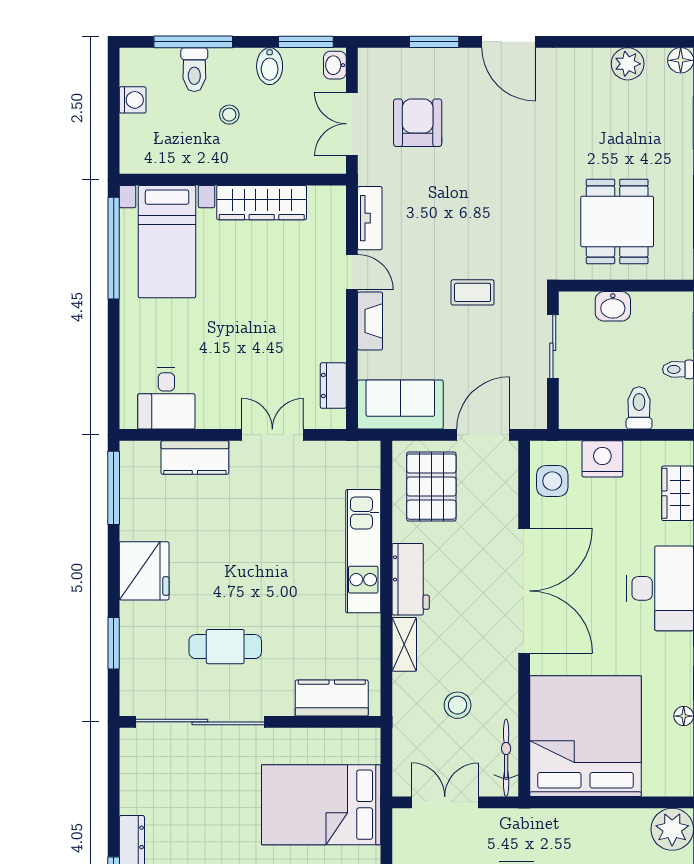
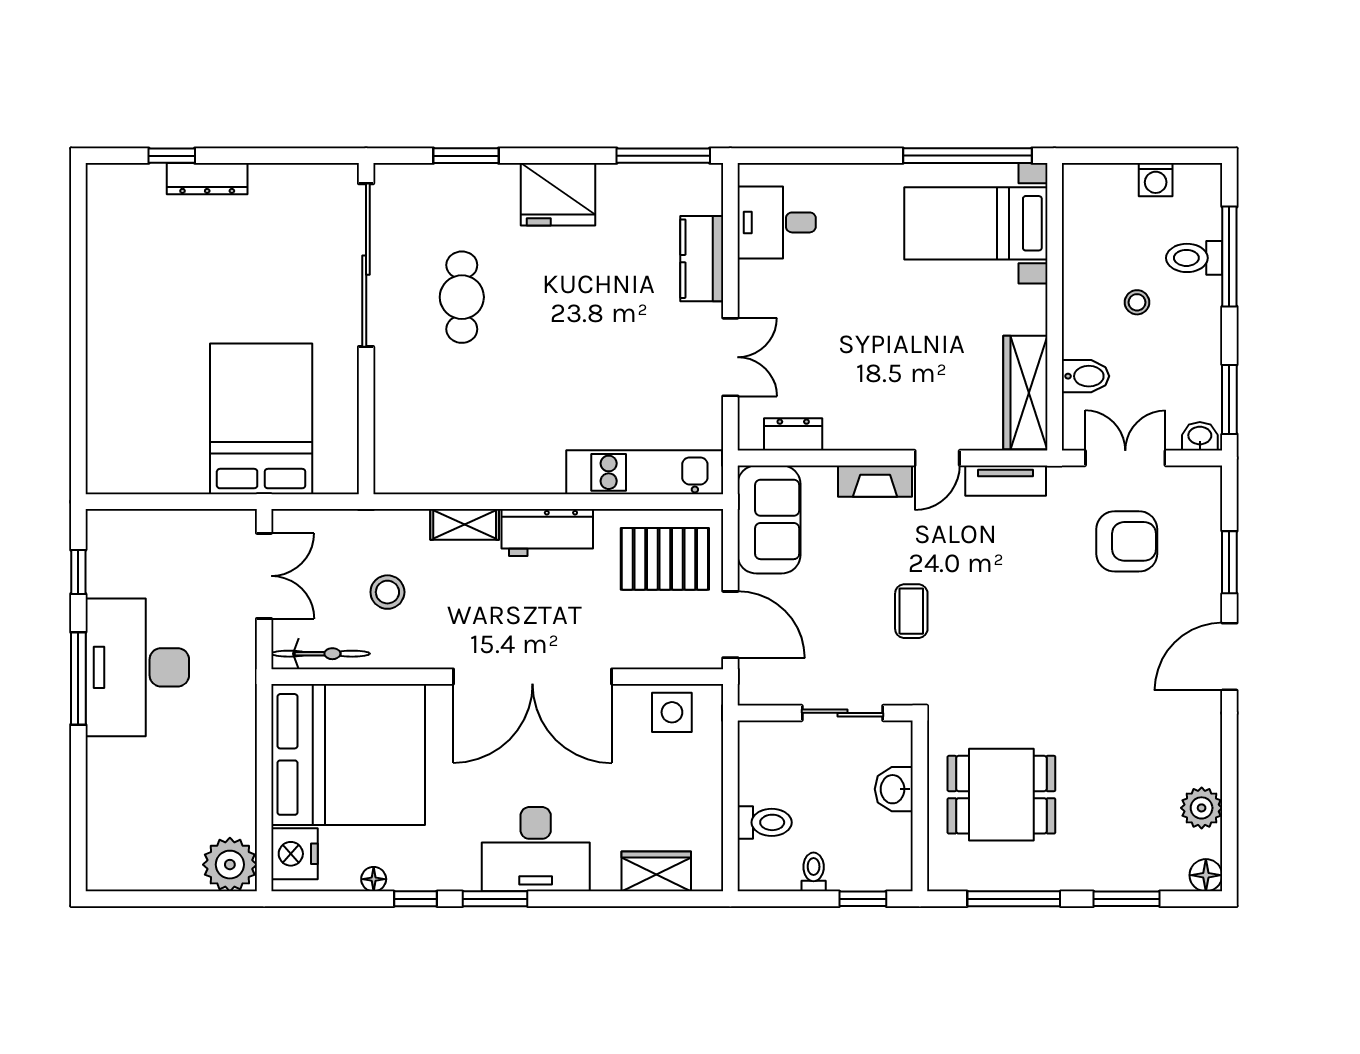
bidet: (270, 66) -> (1086, 376), moved, turned 180
wardrobe: (262, 203) -> (1025, 392), moved
nightstand: (602, 459) -> (294, 854), moved, turned 180
kitchen unit: (363, 551) -> (645, 472), moved
kitchen counter: (332, 698) -> (396, 432), removed

